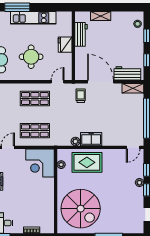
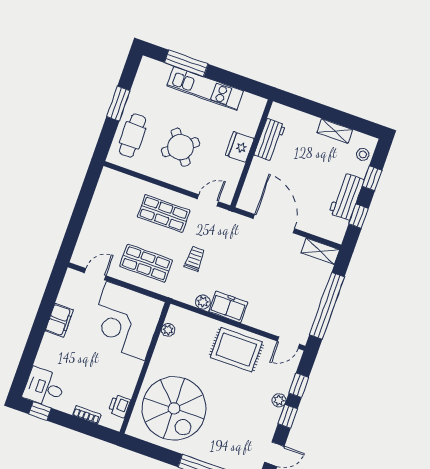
shelving: (101, 16) -> (335, 131), moved
round table: (31, 57) -> (181, 147), turned -37
workbench: (127, 73) -> (346, 196), moved, turned -90
trolley: (81, 96) -> (195, 259), moved
rug: (87, 162) -> (236, 350), moved
corner desk: (40, 163) -> (126, 321), width x1.36, depth x1.36
printer: (49, 218) -> (119, 406), added

